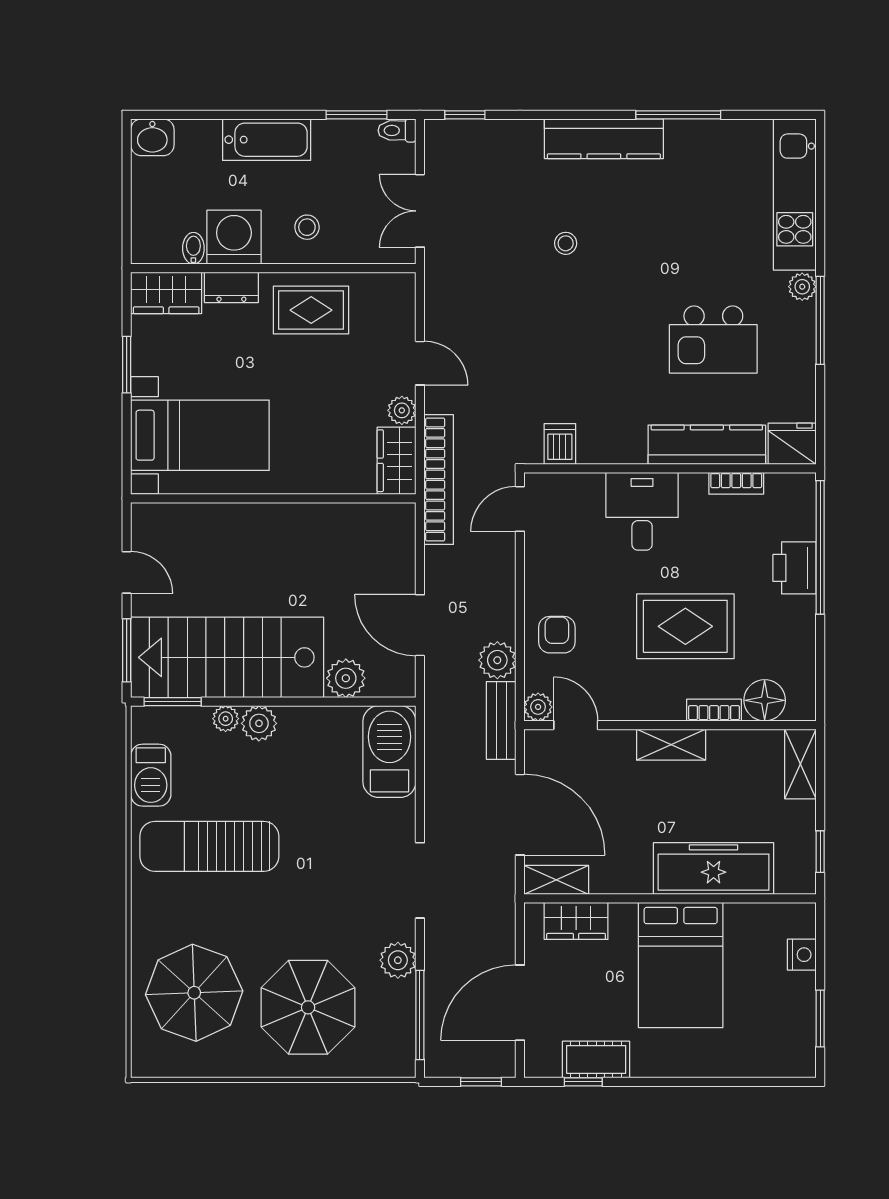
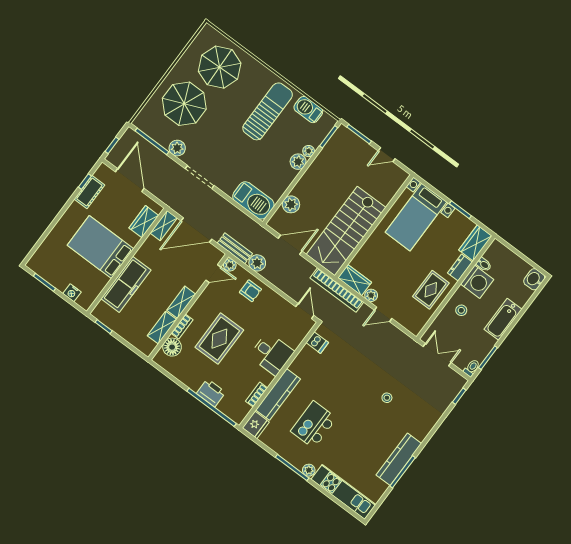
kitchen counter: (604, 139) -> (399, 459), moved
stairs: (227, 657) -> (346, 231), moved, turned 180
shelving: (800, 764) -> (162, 328), moved, turned 90

